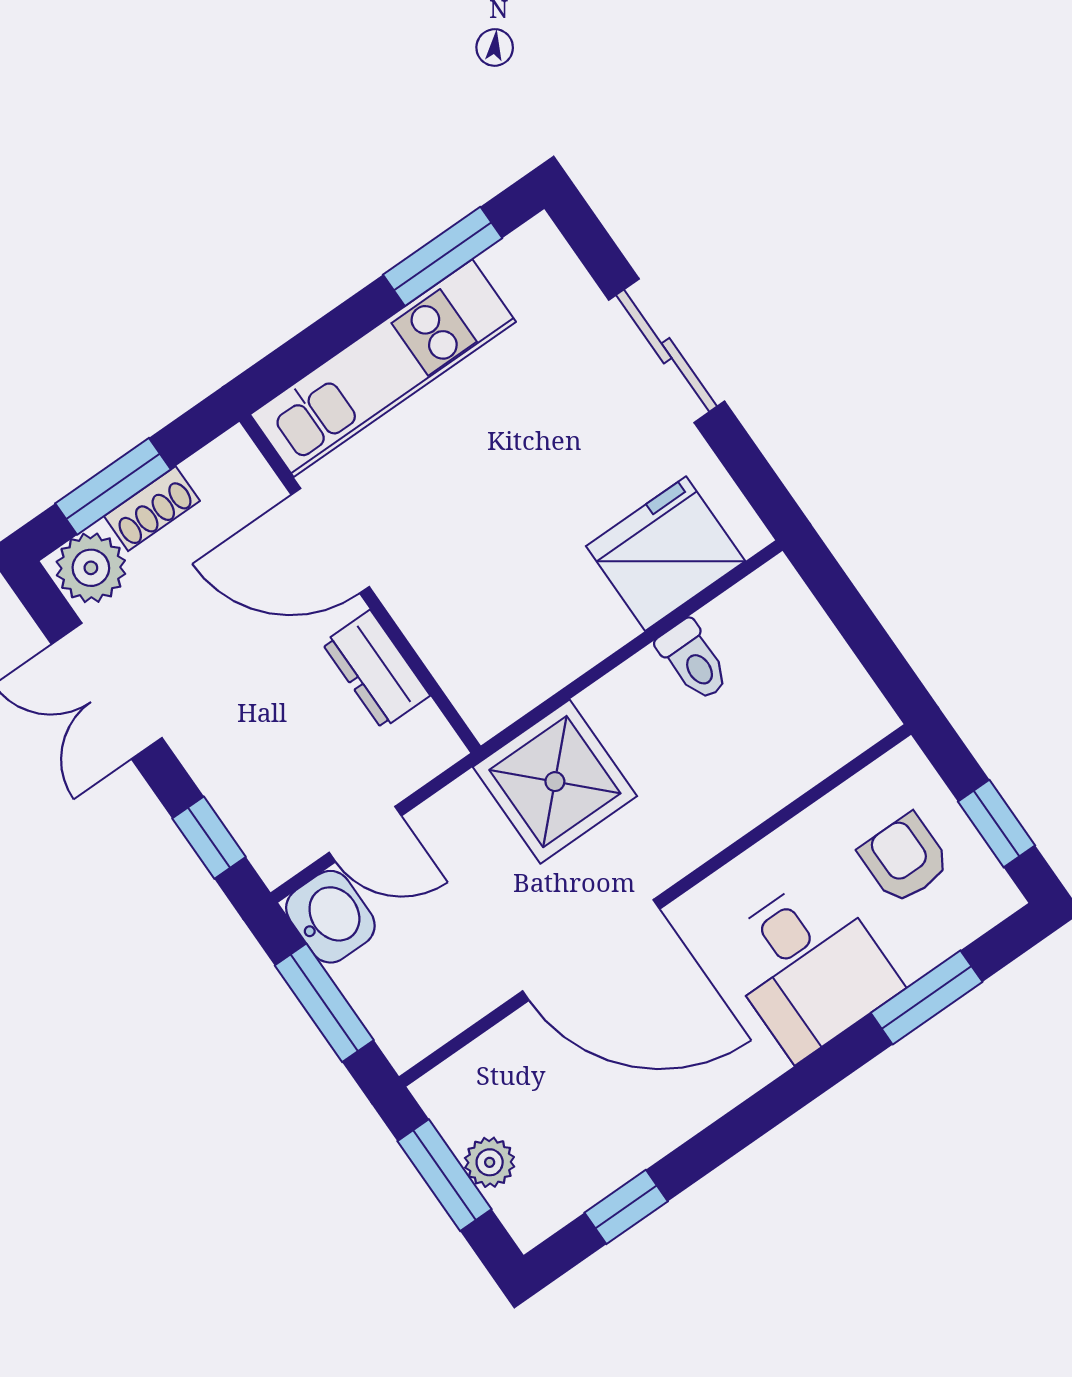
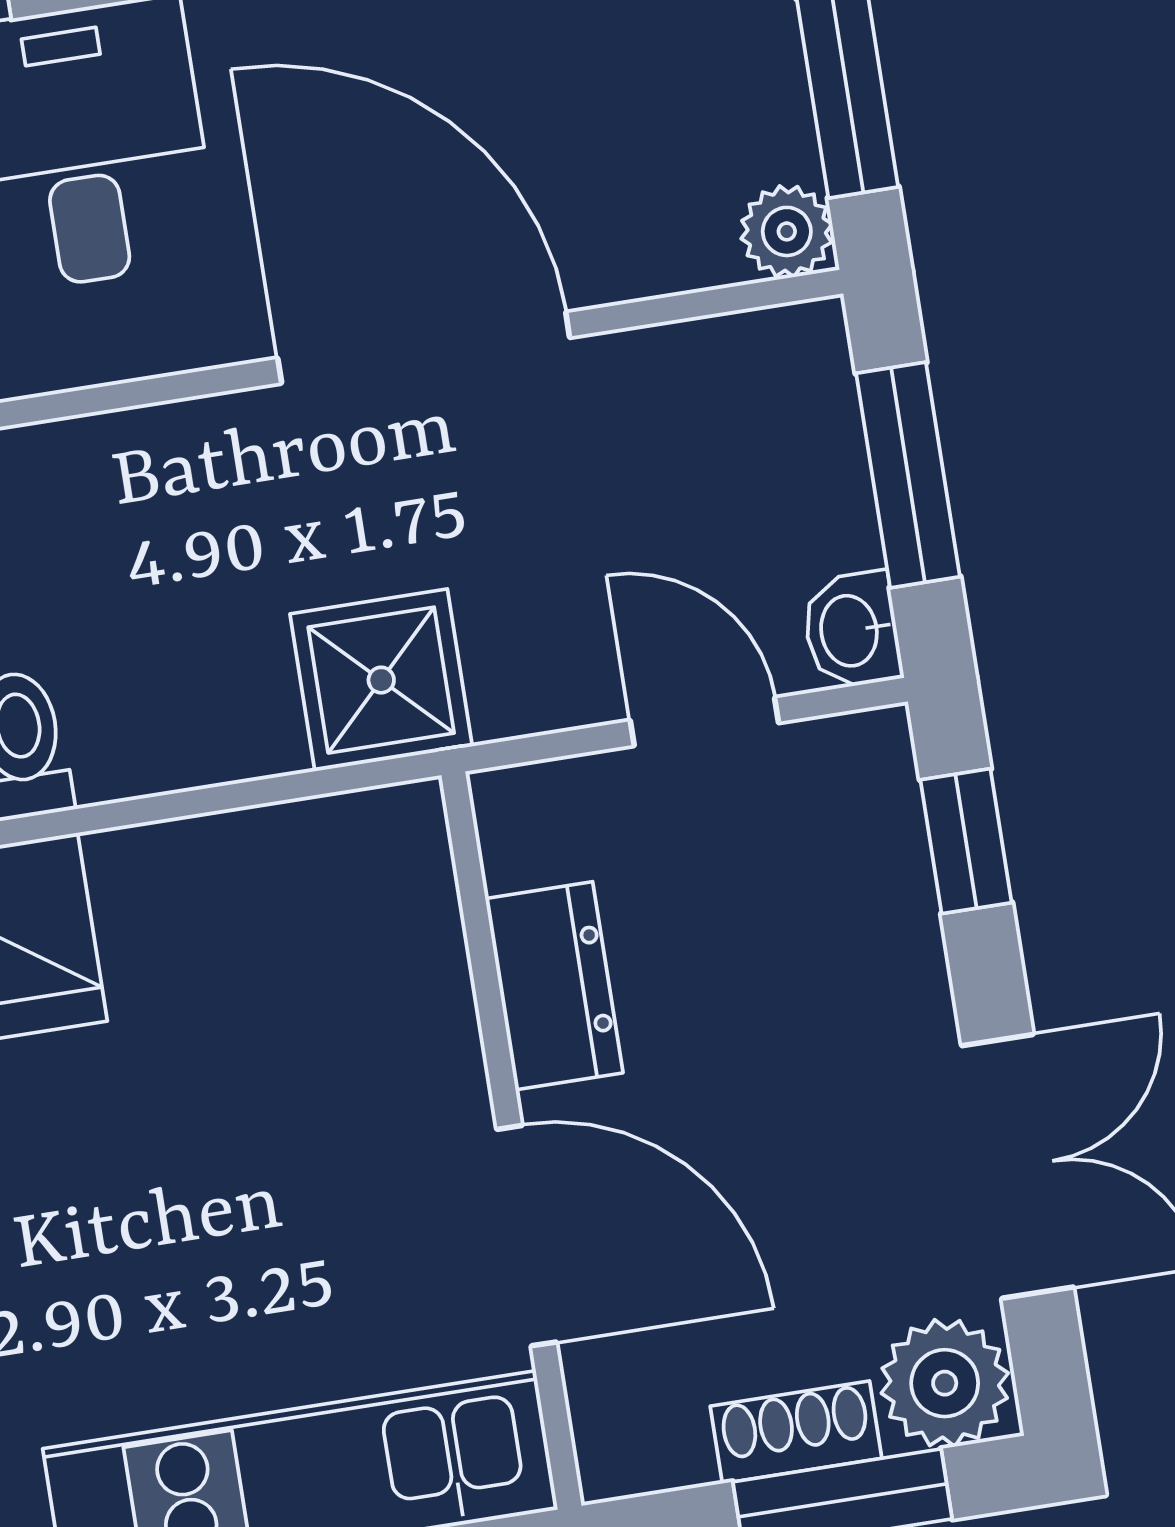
shower: (555, 782) -> (381, 680), width x0.73, depth x0.73
washbasin: (330, 917) -> (852, 630), width x0.72, depth x0.69
plant: (490, 1162) -> (787, 231), moved

